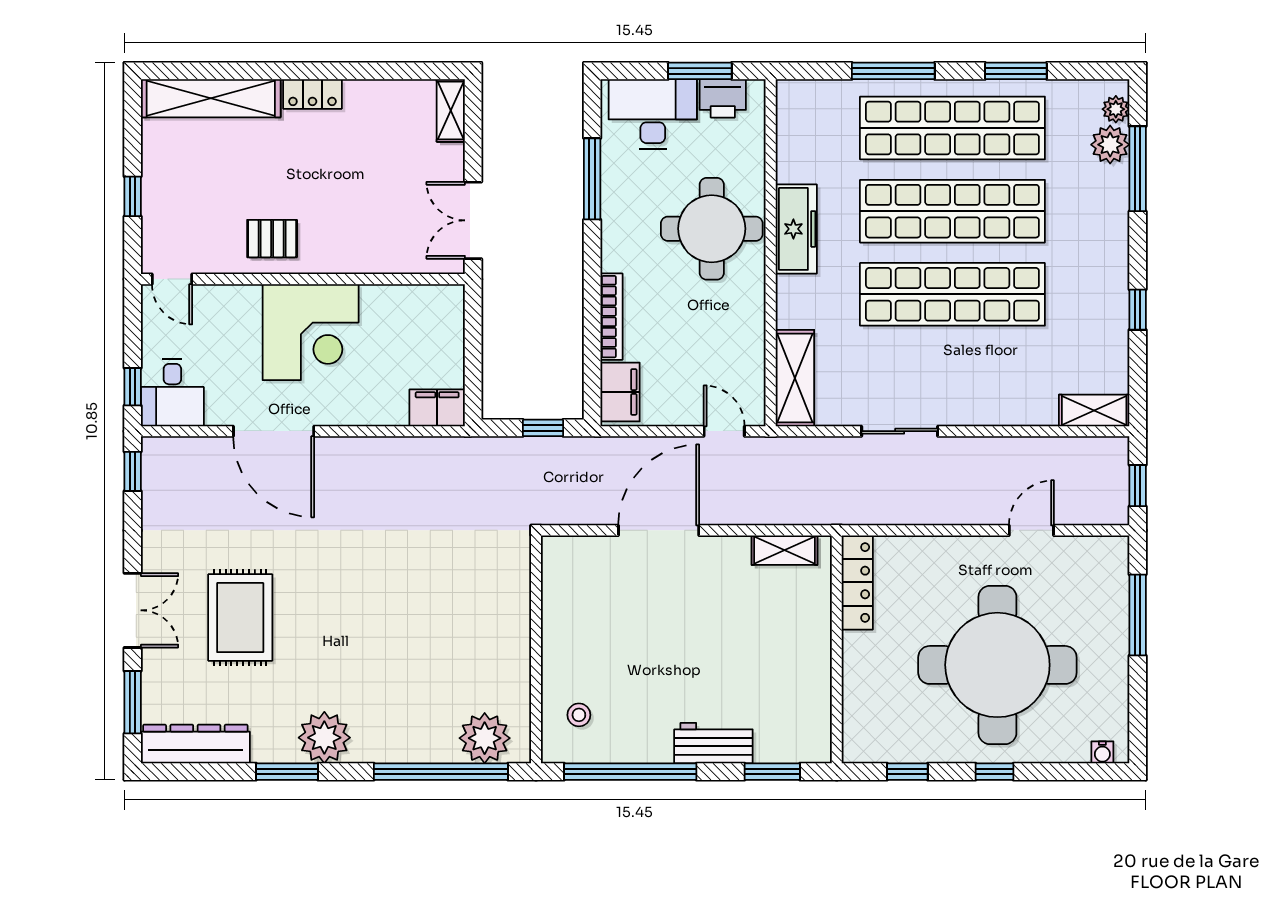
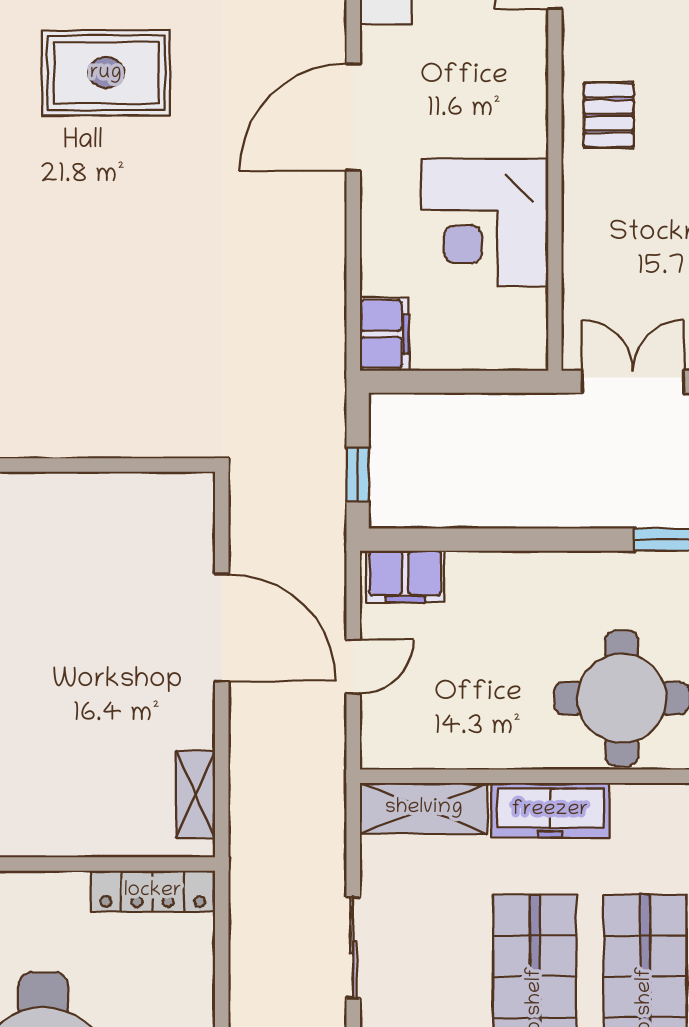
freezer: (796, 229) -> (550, 810), moved
bookcase: (611, 317) -> (505, 565), removed
corner desk: (311, 332) -> (485, 223), moved
door: (724, 431) -> (353, 667), moved

